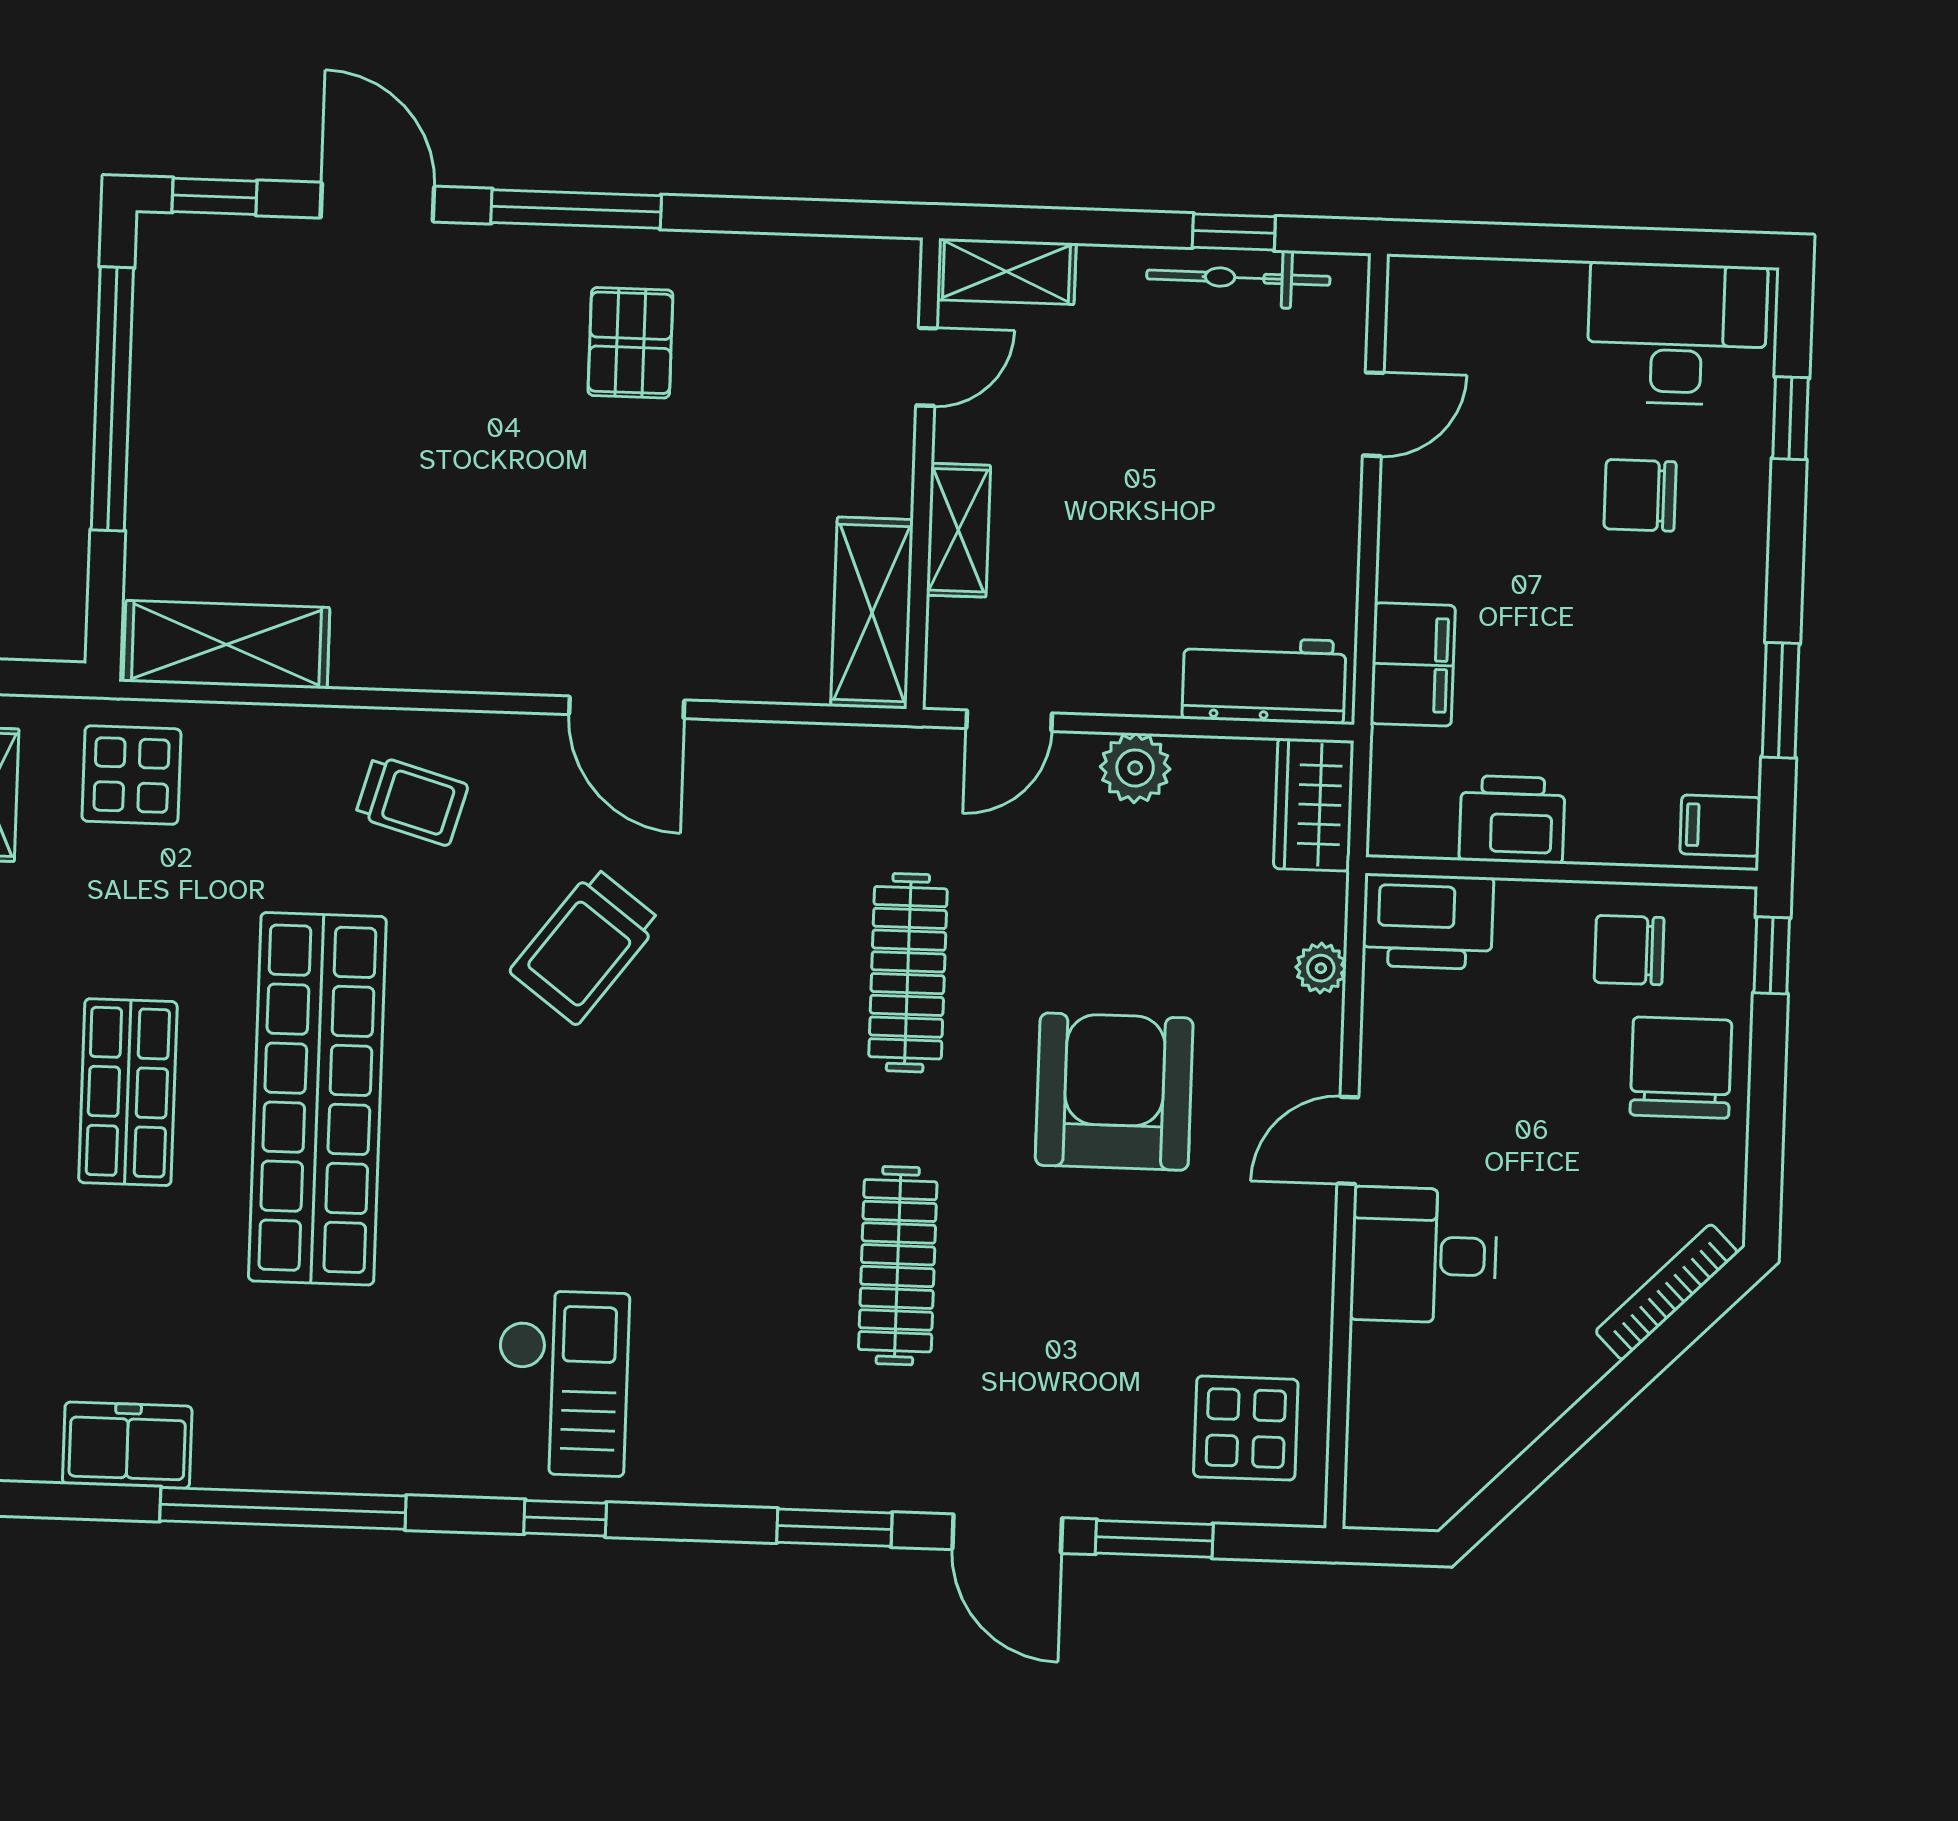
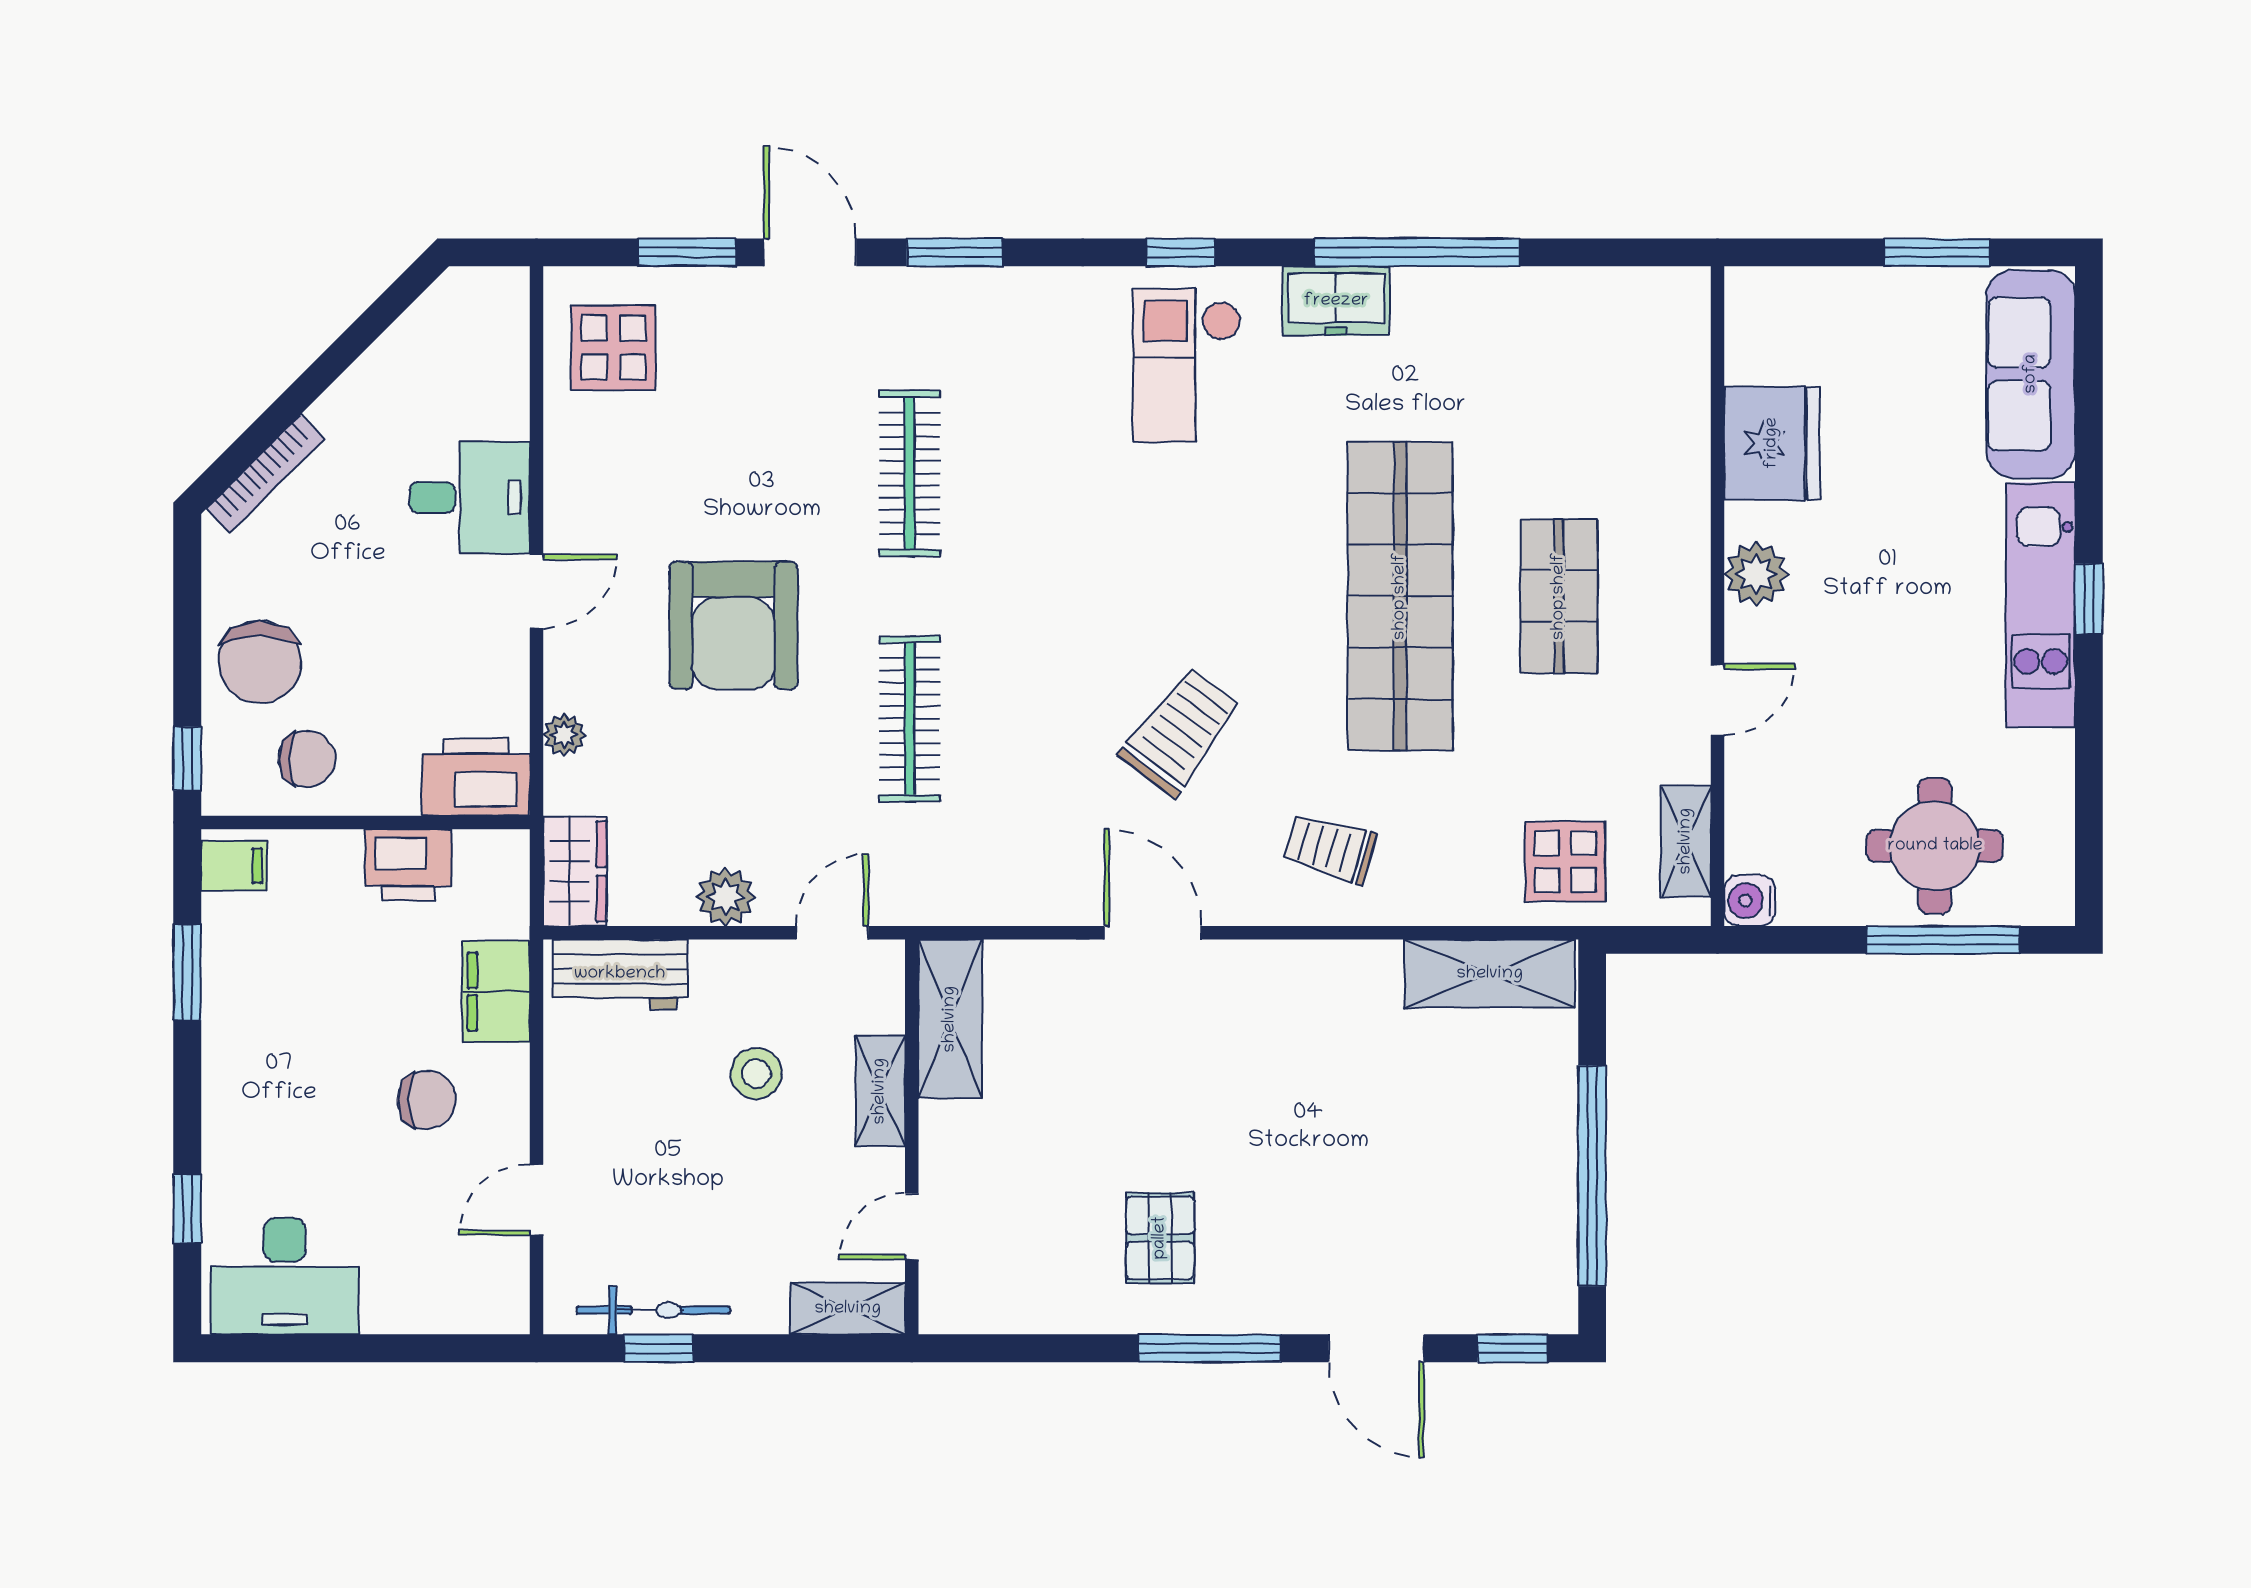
chair: (1640, 495) -> (427, 1100), moved
stool: (1106, 556) -> (756, 1073), added
freezer: (127, 1445) -> (1336, 301), moved

